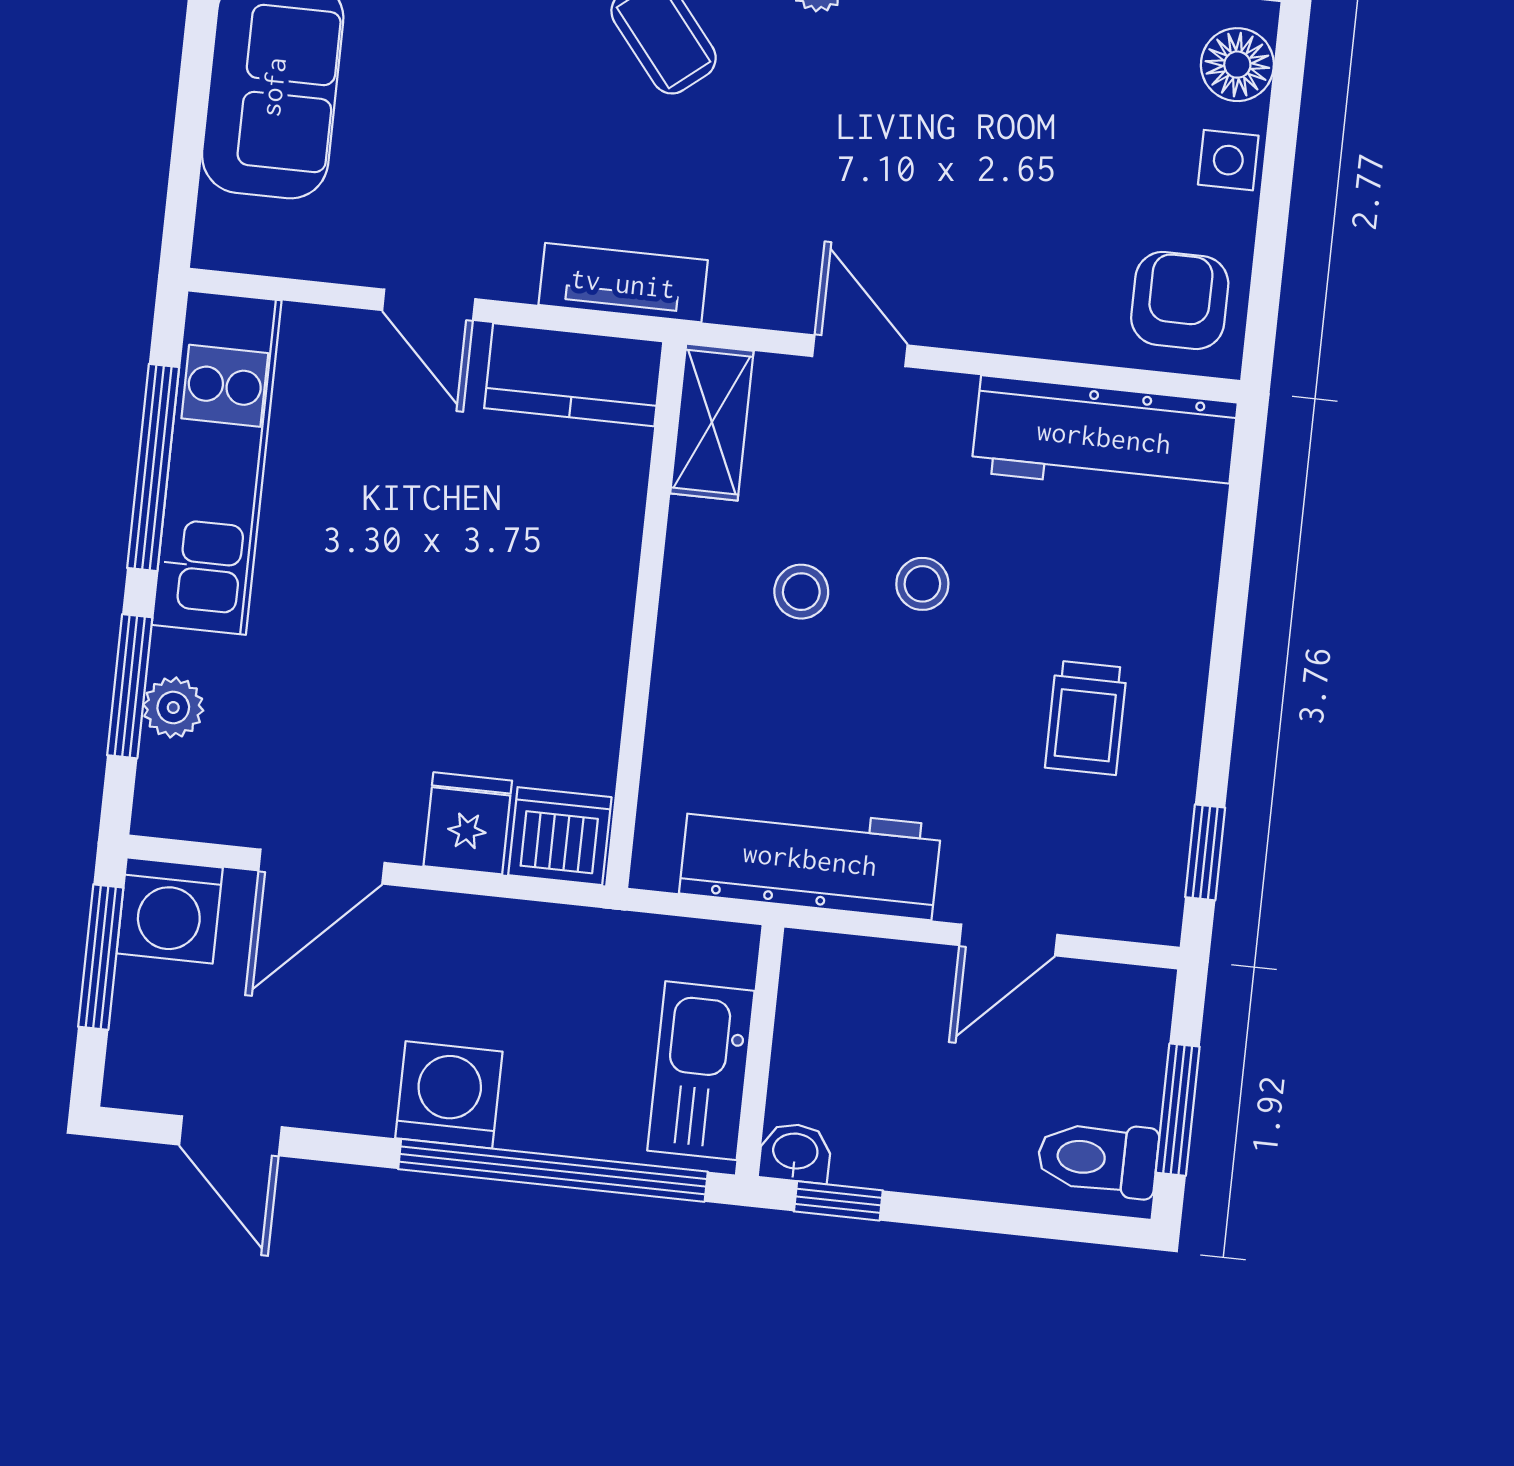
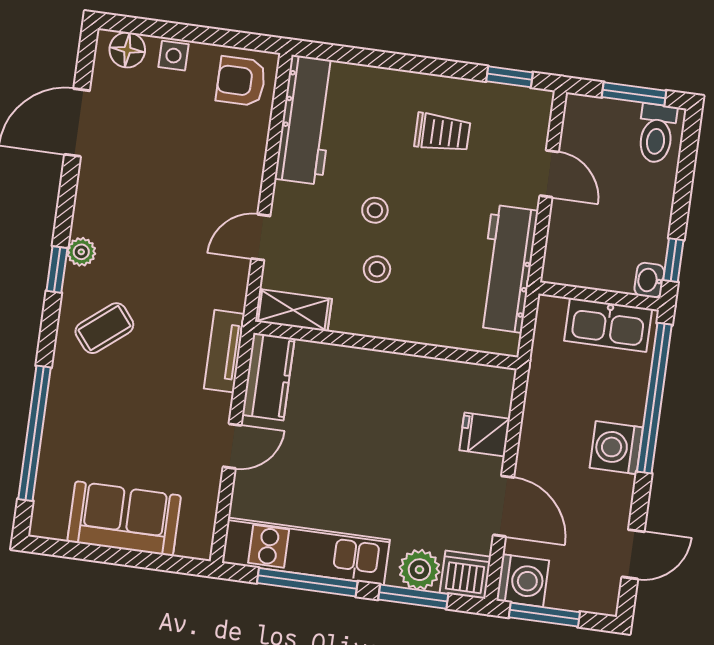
plant: (173, 707) -> (419, 570), width x1.38, depth x1.38
dishwasher: (560, 836) -> (465, 575), moved, turned 90

